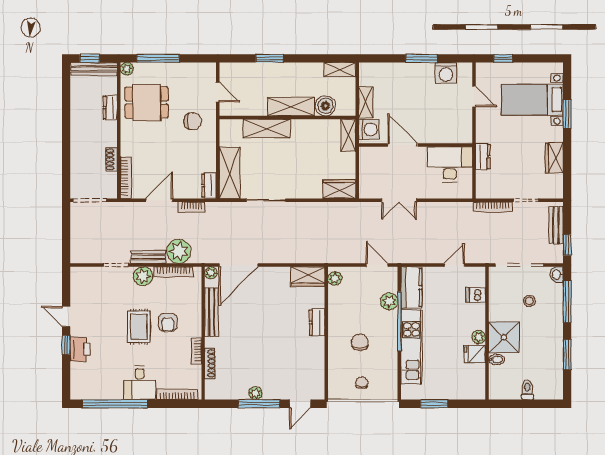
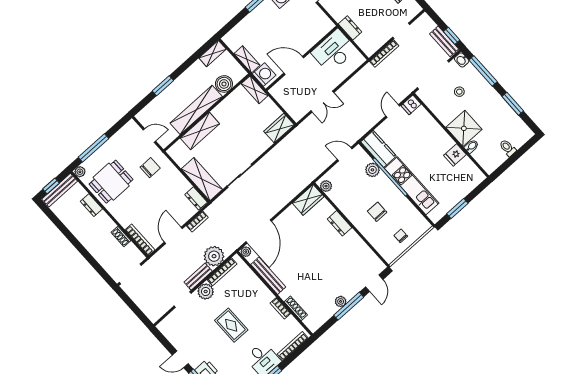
shelving: (291, 107) -> (196, 110), width x1.47
bench: (556, 225) -> (444, 41), moved
dishwasher: (476, 295) -> (411, 105), moved
armchair: (168, 322) -> (247, 306), removed
plant: (479, 337) -> (448, 142), removed

